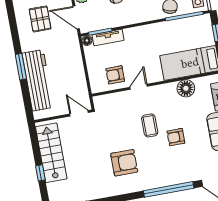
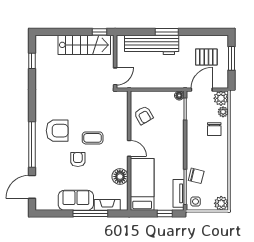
tv unit: (108, 37) -> (179, 193), moved
armchair: (115, 75) -> (144, 115), turned 150
door: (139, 87) -> (129, 148), moved
armchair: (124, 163) -> (57, 131), moved, turned -90
window: (40, 173) -> (99, 32), moved

